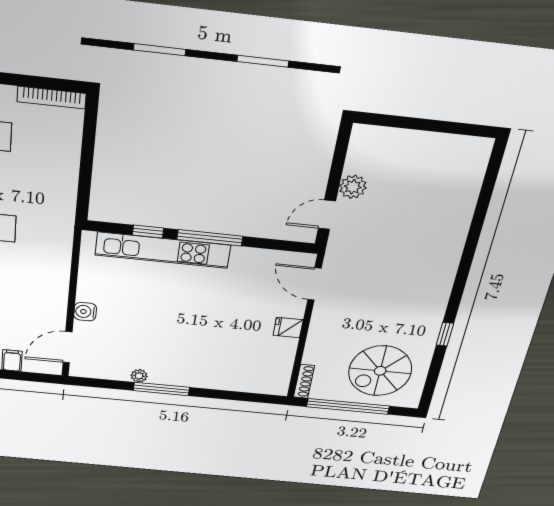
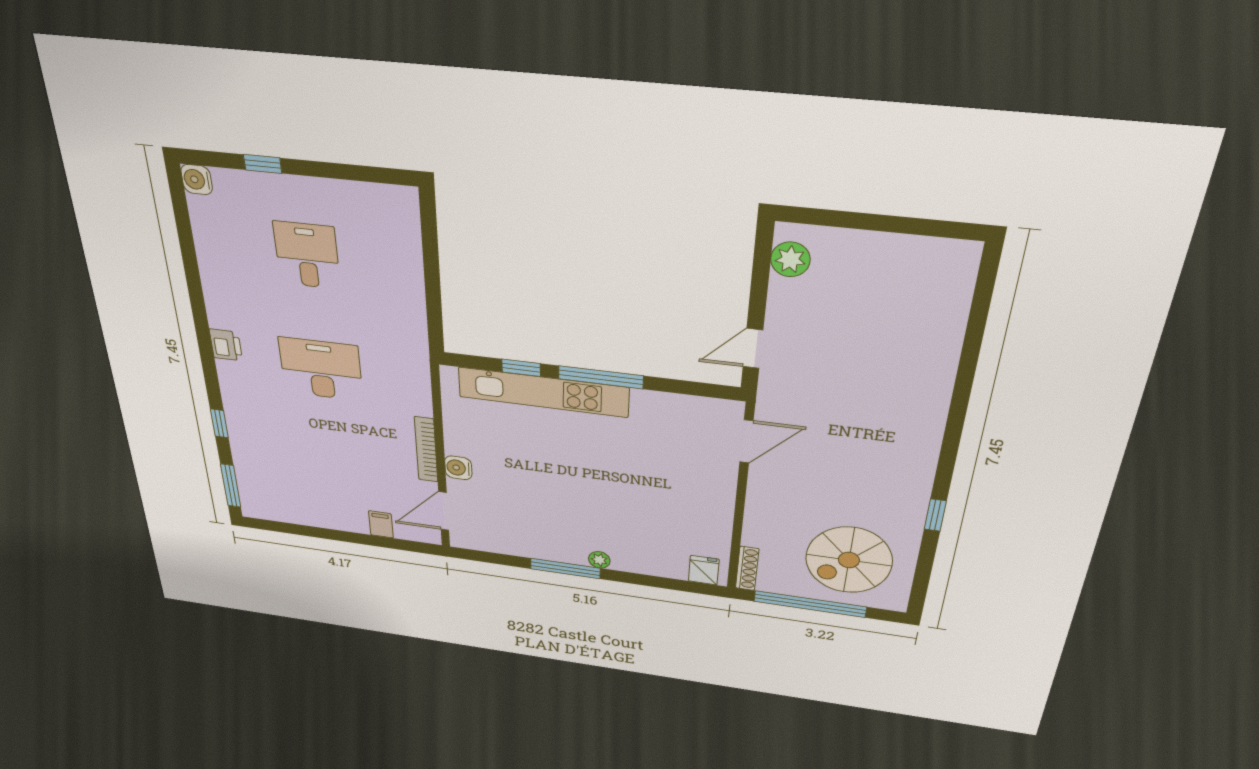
bookcase: (52, 98) -> (426, 450), moved, turned 90
plant: (353, 187) -> (790, 259), moved
door: (314, 284) -> (746, 441), swing flipped
fridge: (288, 328) -> (704, 570), moved, turned 90
plant: (139, 376) -> (599, 560), moved

